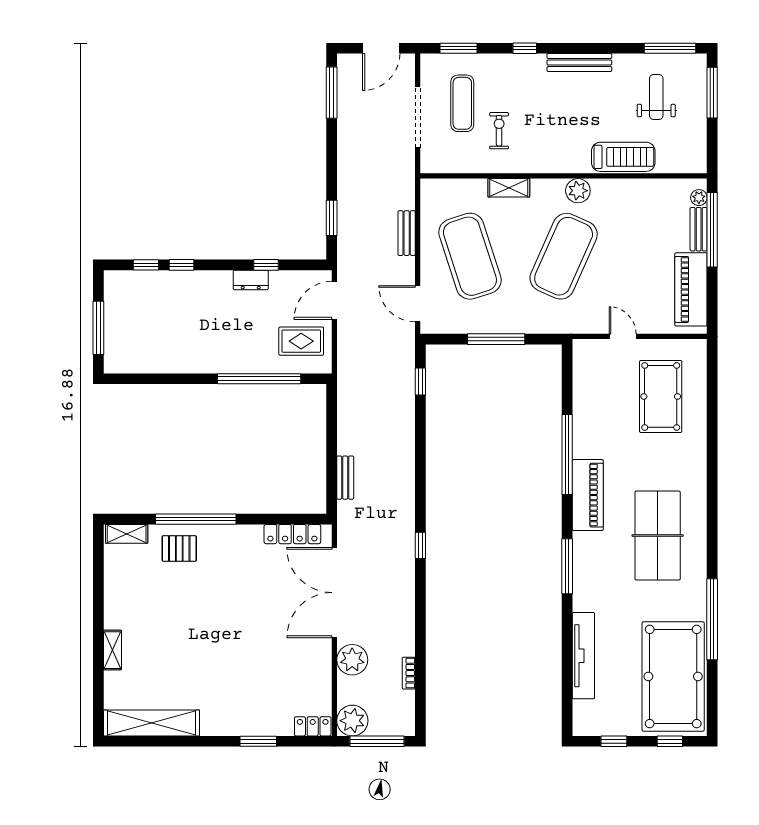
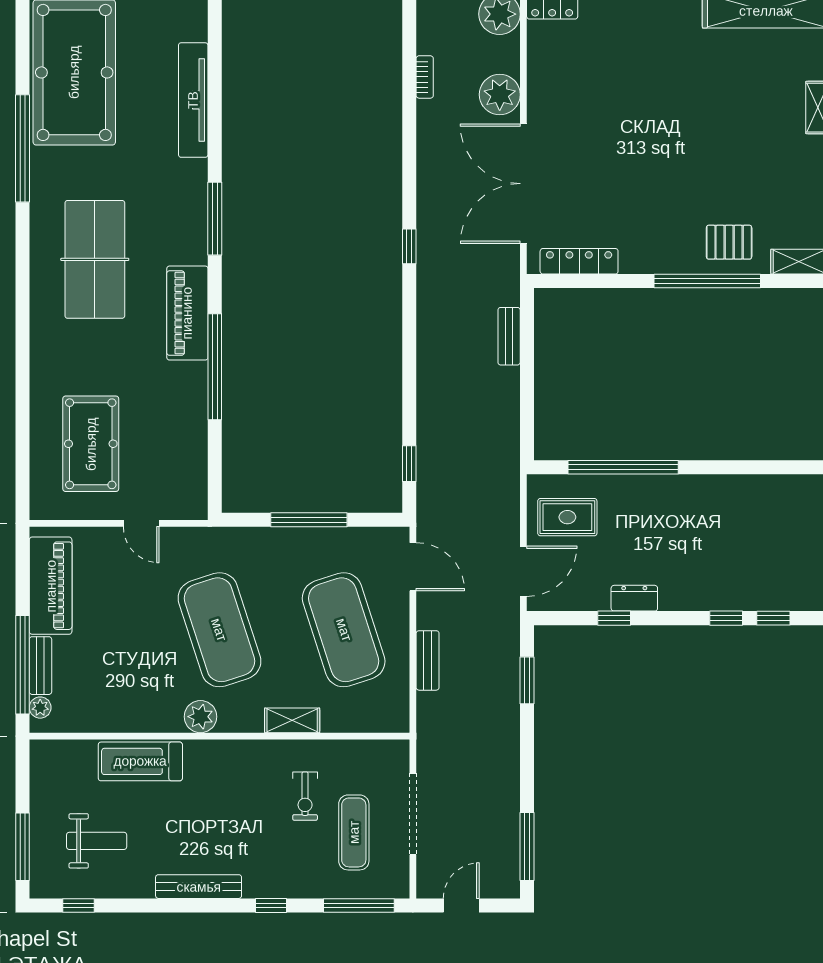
door: (381, 48) -> (461, 905), width x0.73
window: (458, 48) -> (359, 905), width x1.44
window: (670, 48) -> (78, 905), width x0.46
weight bench: (656, 97) -> (97, 841), turned -90
exercise mat: (564, 256) -> (219, 630), turned -42
double door: (334, 593) -> (523, 184), swing flipped

